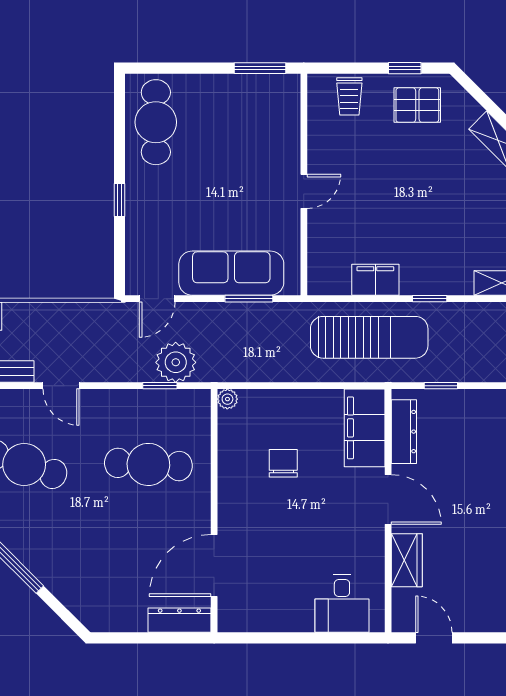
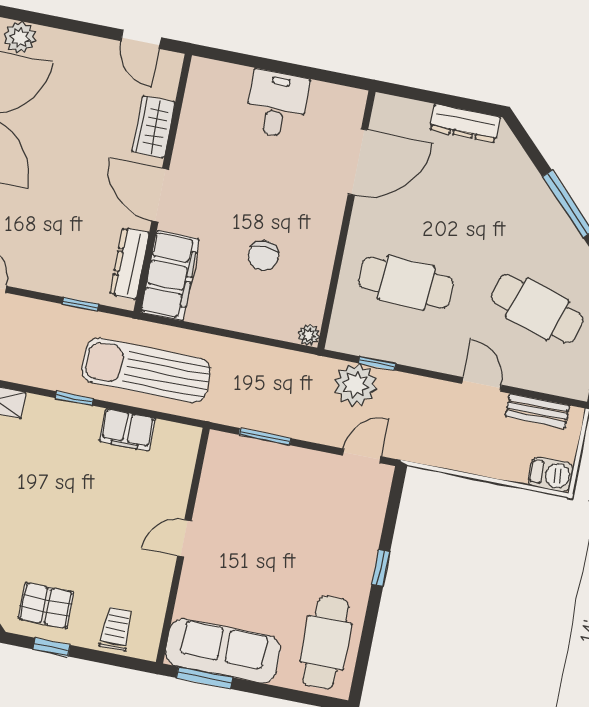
sofa: (231, 273) -> (223, 651), moved, turned 180
desk: (342, 604) -> (277, 104), moved
dresser: (179, 620) -> (465, 123), moved

